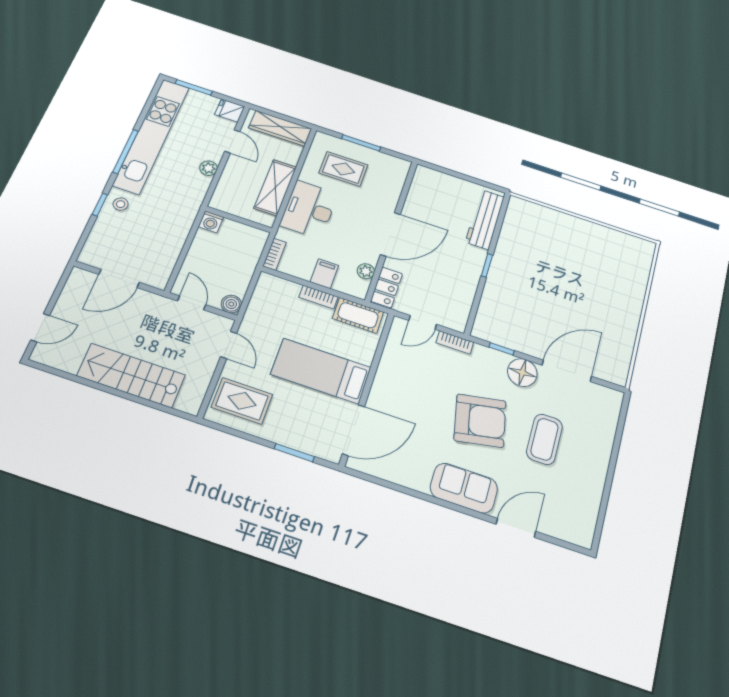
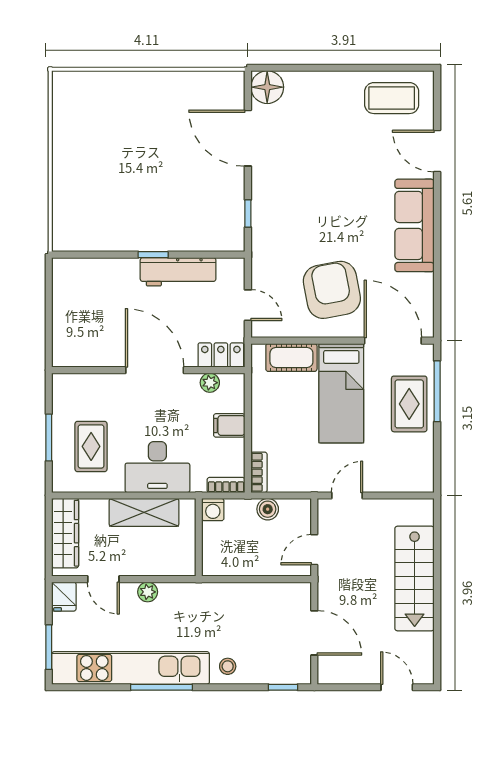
door: (232, 141) -> (103, 579), swing flipped
window: (100, 205) -> (283, 687), moved
workbench: (485, 219) -> (178, 272), moved
washing machine: (211, 222) -> (213, 510), moved, turned 90
bookcase: (318, 297) -> (259, 472), moved
boiler: (231, 304) -> (268, 509), moved
cot: (358, 315) -> (291, 357), moved, turned 90
bookcase: (455, 342) -> (259, 265), removed
floor lamp: (522, 373) -> (267, 87), moved
rug: (242, 401) -> (409, 404), moved
armchair: (480, 421) -> (332, 290), moved
coffee table: (545, 439) -> (392, 98), moved
window: (294, 453) -> (437, 391), width x1.44
sofa: (464, 488) -> (415, 225), width x1.36

